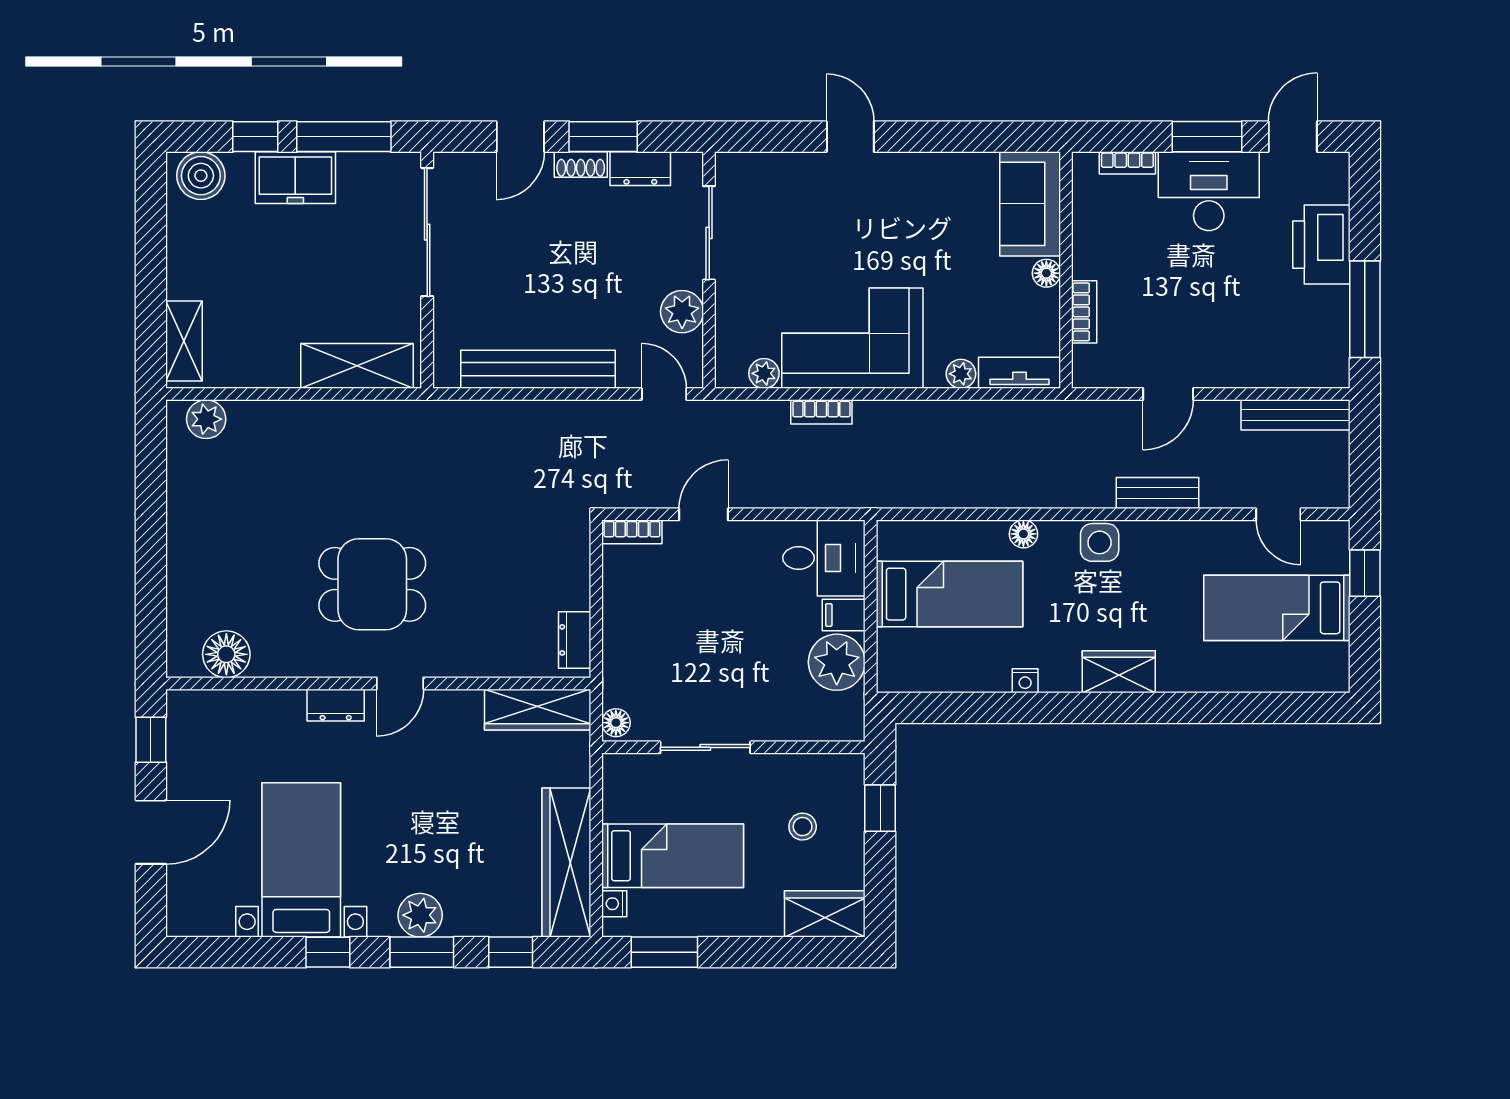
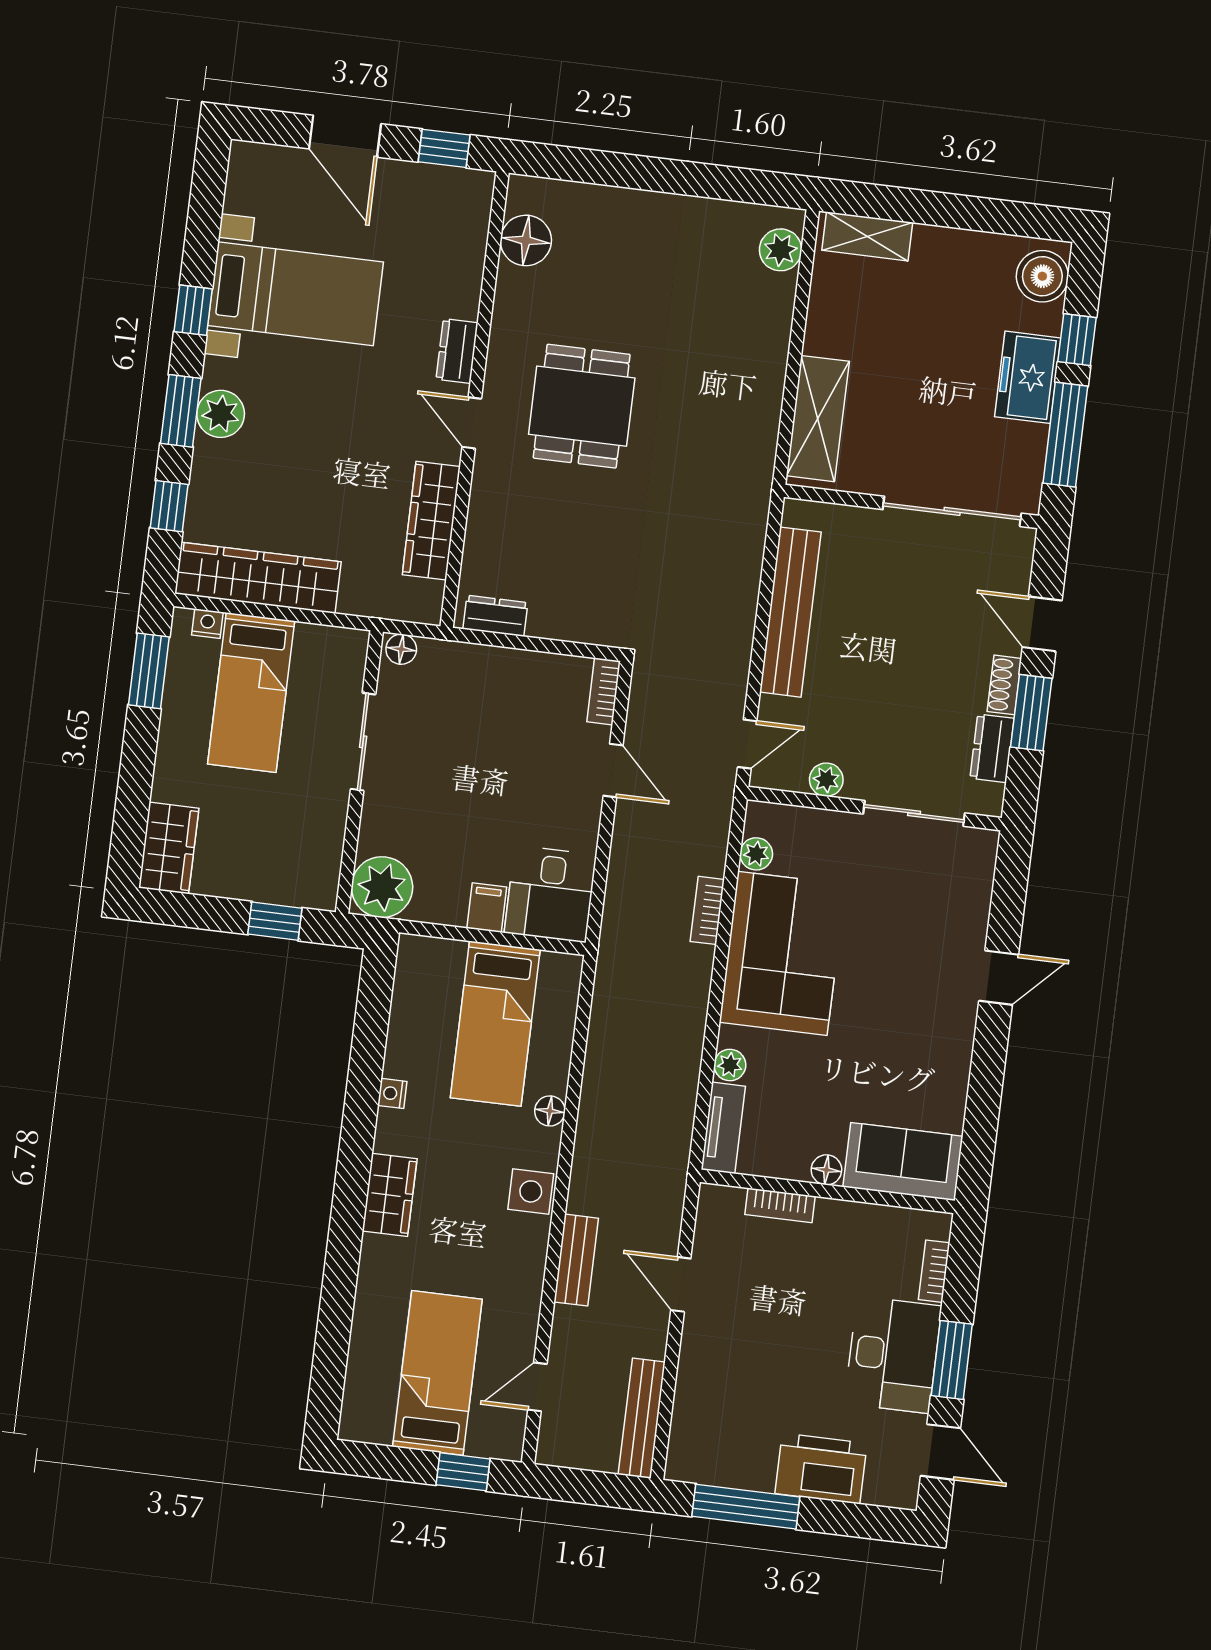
plant: (682, 312) -> (826, 780), width x0.73, depth x0.73
plant: (837, 662) -> (382, 887), moved
wardrobe: (538, 710) -> (431, 521), moved
stool: (803, 827) -> (265, 836), removed

